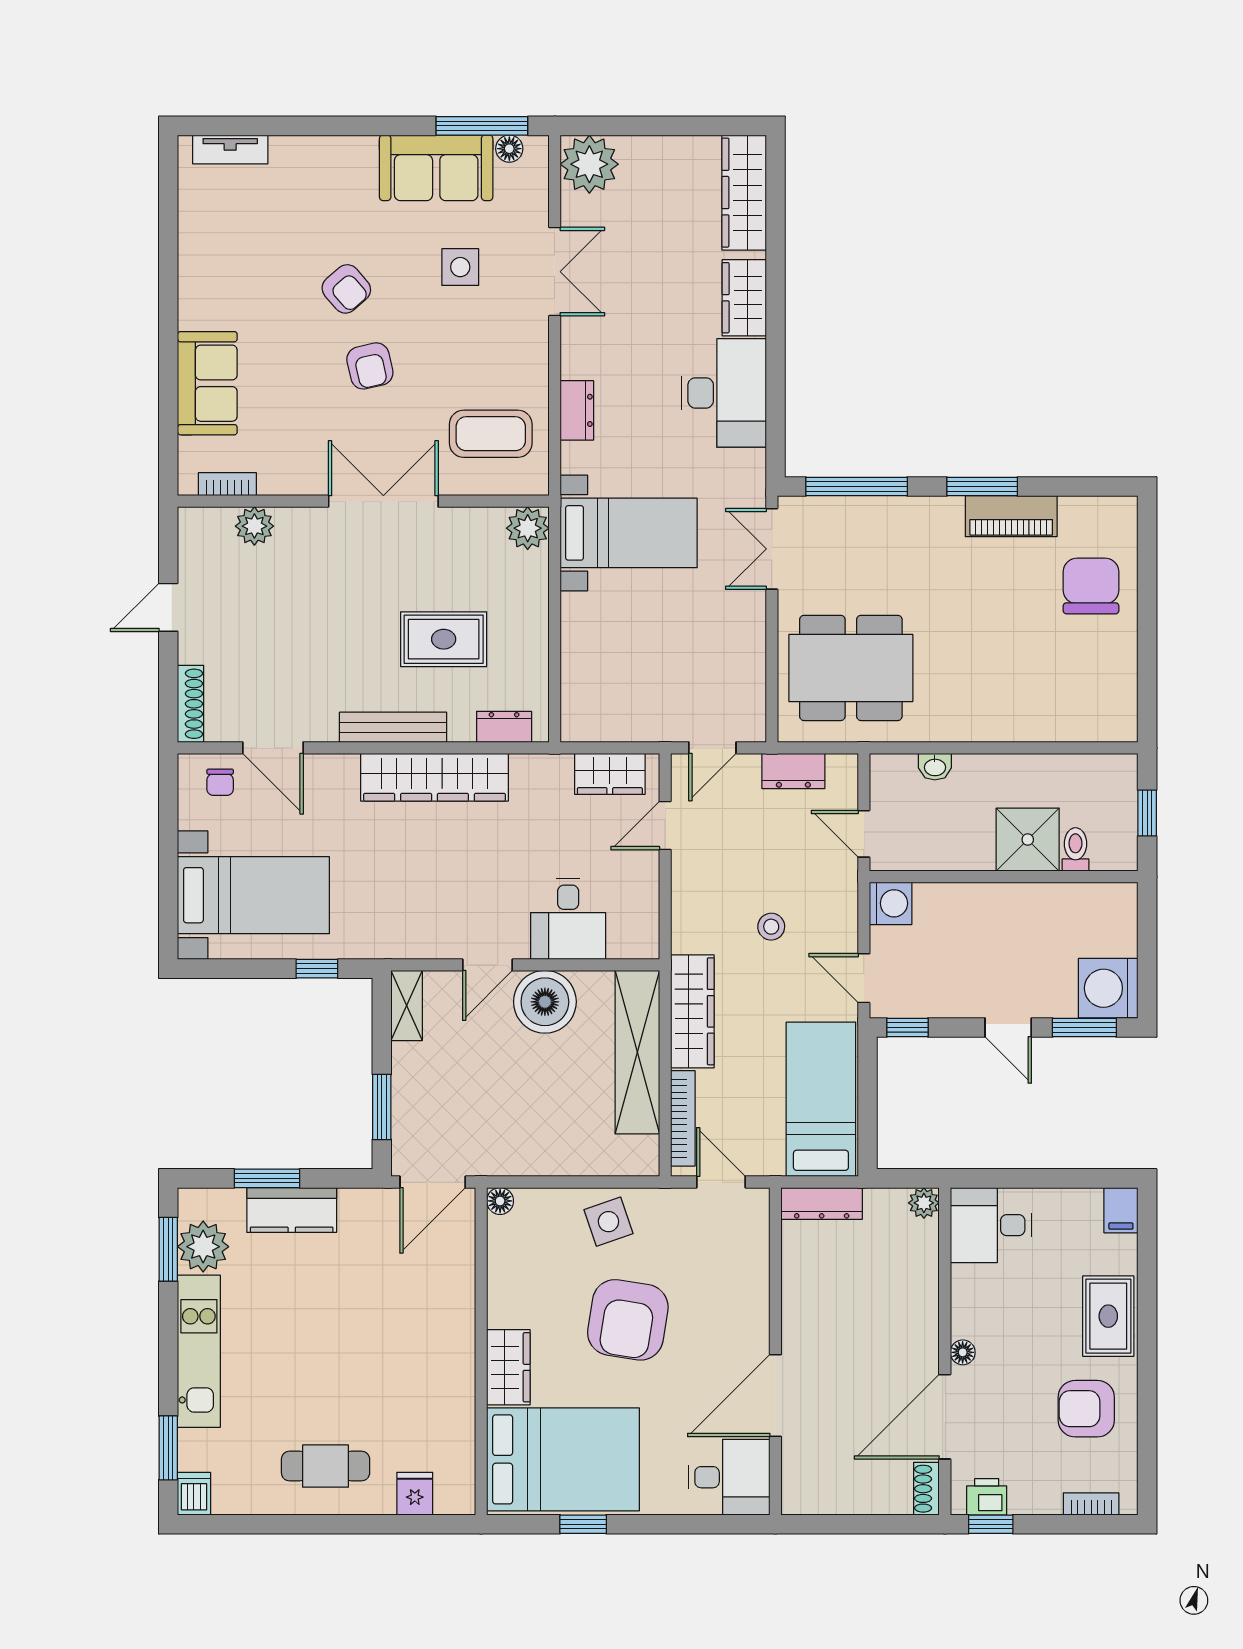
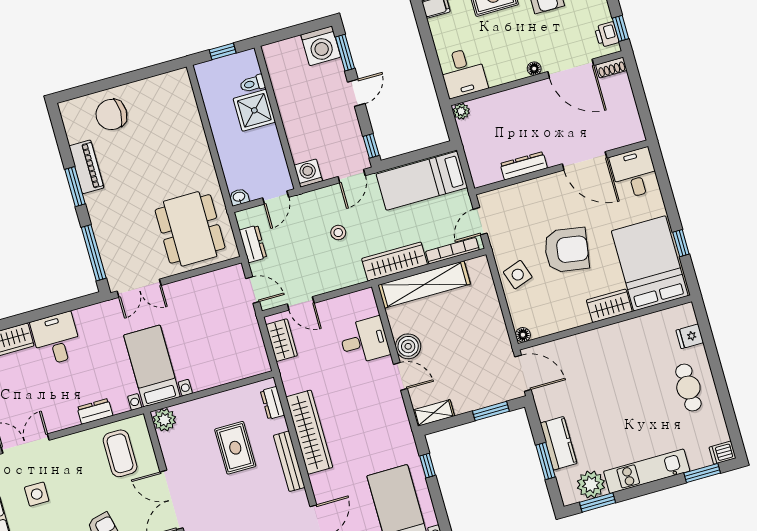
desk: (724, 393) -> (56, 339), width x0.73
washbasin: (935, 767) -> (239, 197), moved, turned -90
boiler: (545, 1002) -> (408, 346), width x0.73, depth x0.73
dresser: (822, 1203) -> (524, 166), moved, turned -90

